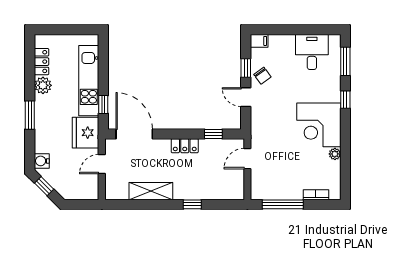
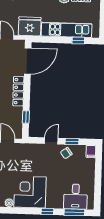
desk: (312, 52) -> (76, 197), moved, turned 90
window: (103, 104) -> (78, 41), moved
locker: (185, 146) -> (18, 91), width x1.53

